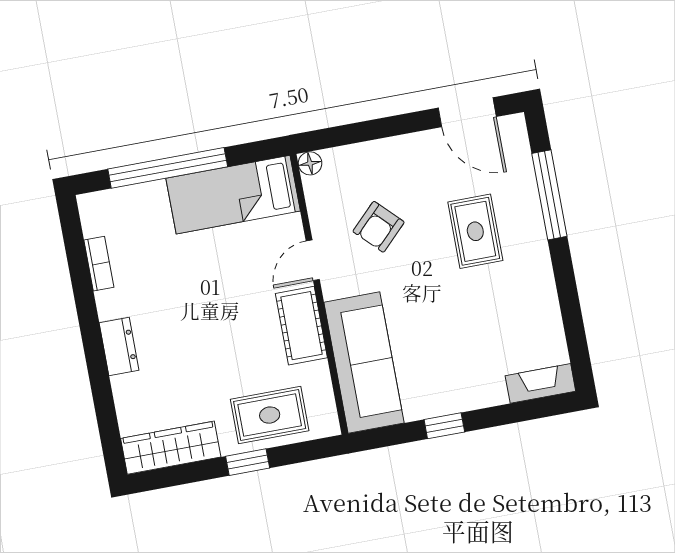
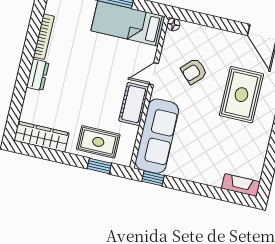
rug: (475, 231) -> (241, 95), width x1.36, depth x1.43
bookcase: (99, 264) -> (44, 37), width x1.56
window: (444, 426) -> (153, 178), moved
window: (248, 462) -> (99, 166), moved

